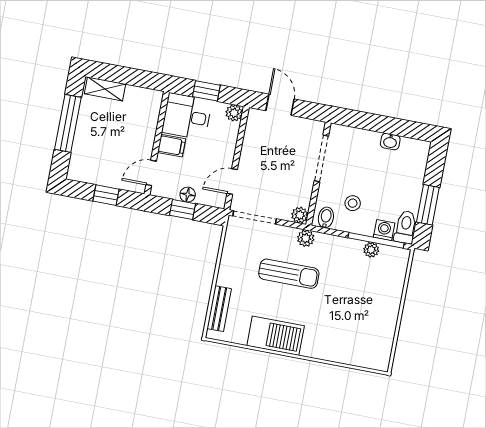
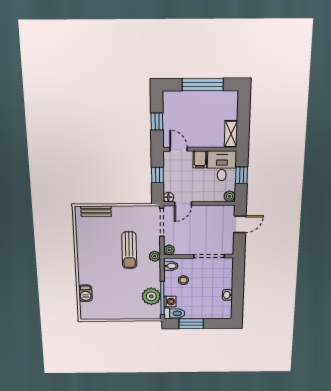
shelving: (105, 89) -> (231, 134), moved
door: (232, 181) -> (183, 204), swing flipped
floor lamp: (188, 195) -> (168, 197), moved
plant: (371, 250) -> (151, 296), width x1.88, depth x1.88
barbecue: (276, 336) -> (85, 293), moved, width x0.53, depth x0.65

